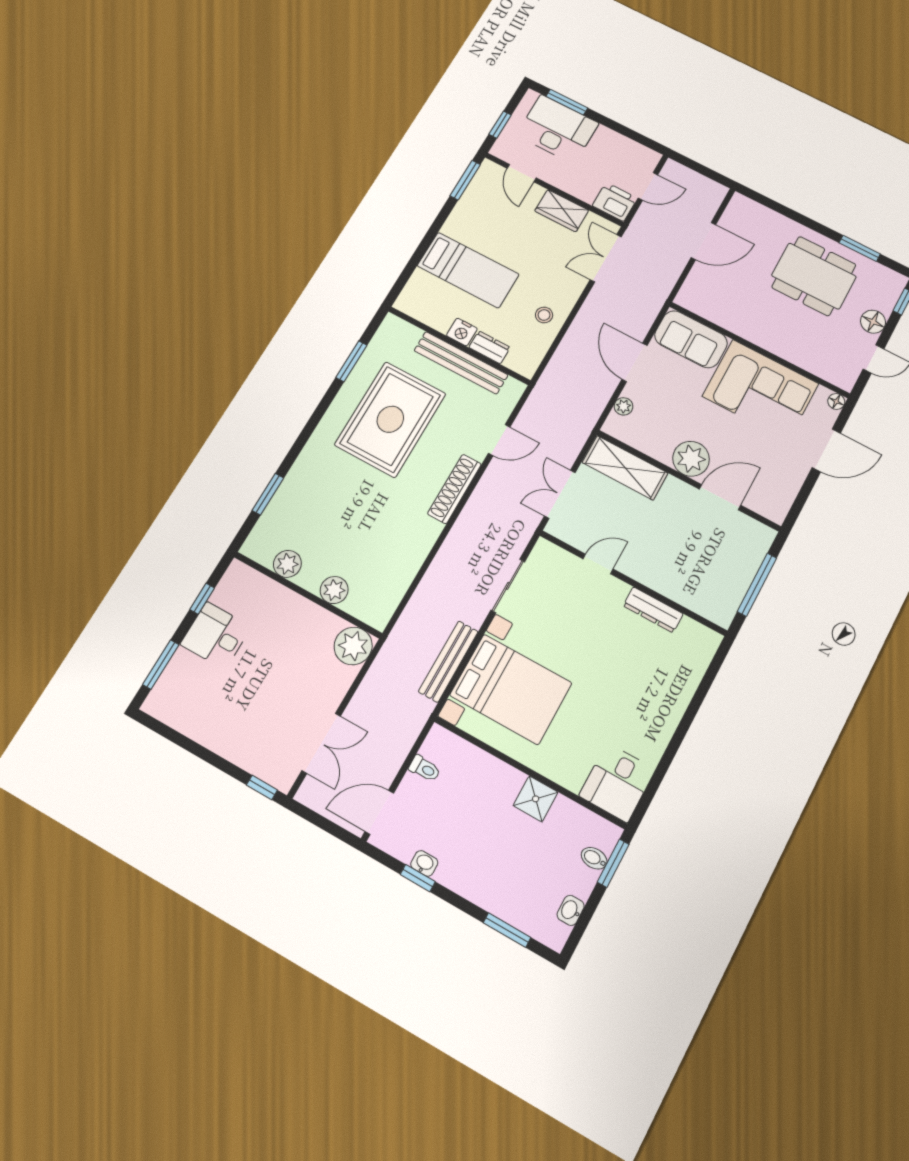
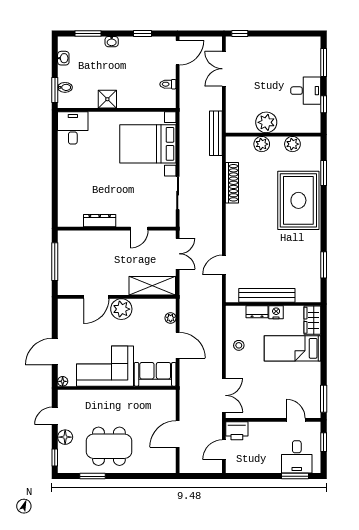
desk: (558, 129) -> (297, 457), width x0.73
wardrobe: (562, 211) -> (312, 320), moved, turned -90
rug: (390, 419) -> (298, 200), moved
shoe rack: (454, 489) -> (232, 183), moved
plant: (353, 646) -> (266, 122), moved
bench: (448, 662) -> (216, 133), moved
washbasin: (424, 863) -> (112, 42), moved

